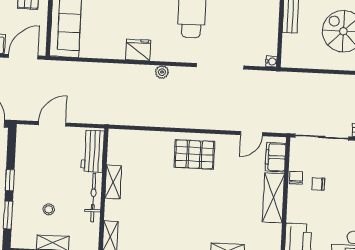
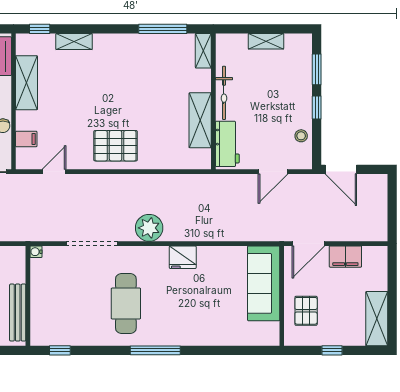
plant: (162, 72) -> (149, 228), width x1.87, depth x1.87
filing cabinet: (276, 157) -> (26, 139), width x0.50
shelving: (113, 182) -> (200, 120), width x1.50, depth x1.33
shelving: (273, 198) -> (26, 83), moved
stool: (49, 209) -> (301, 136), moved

